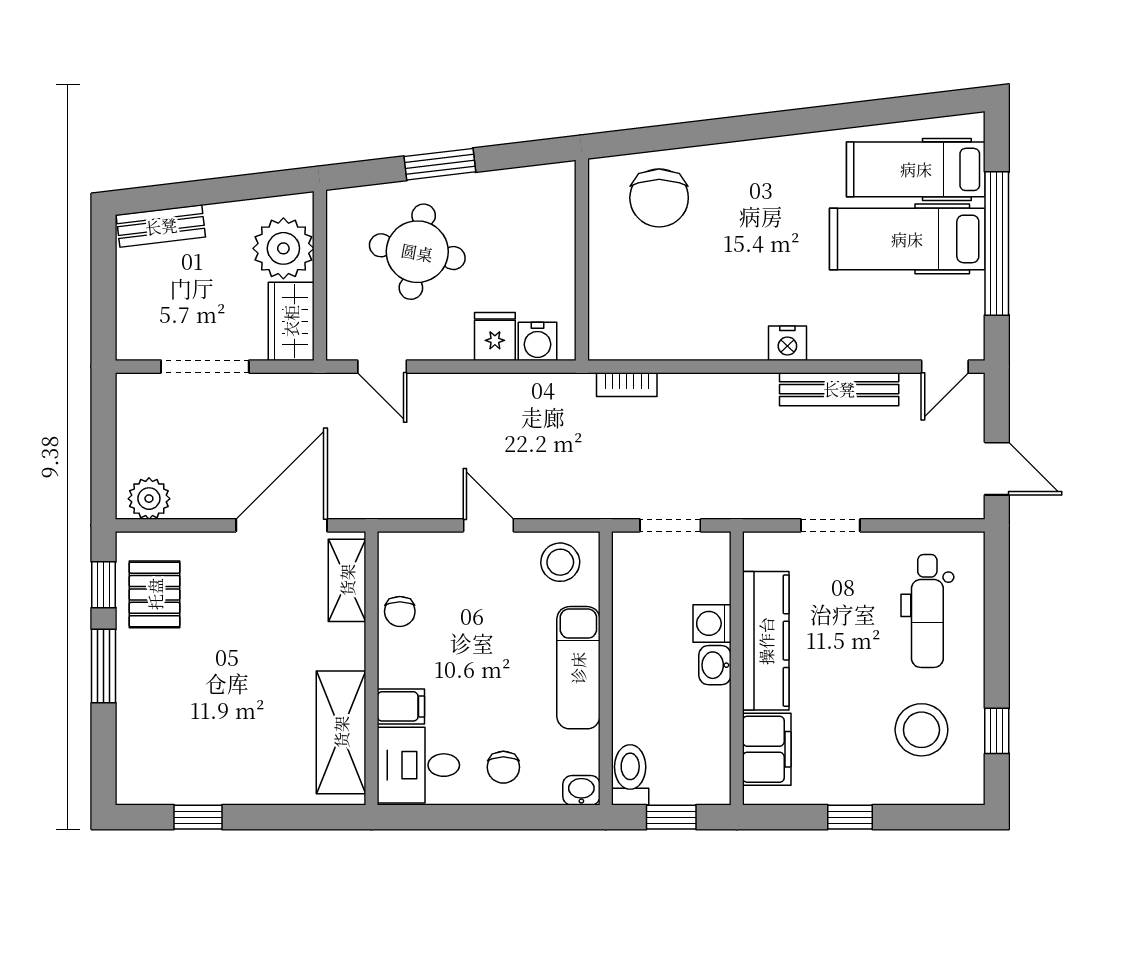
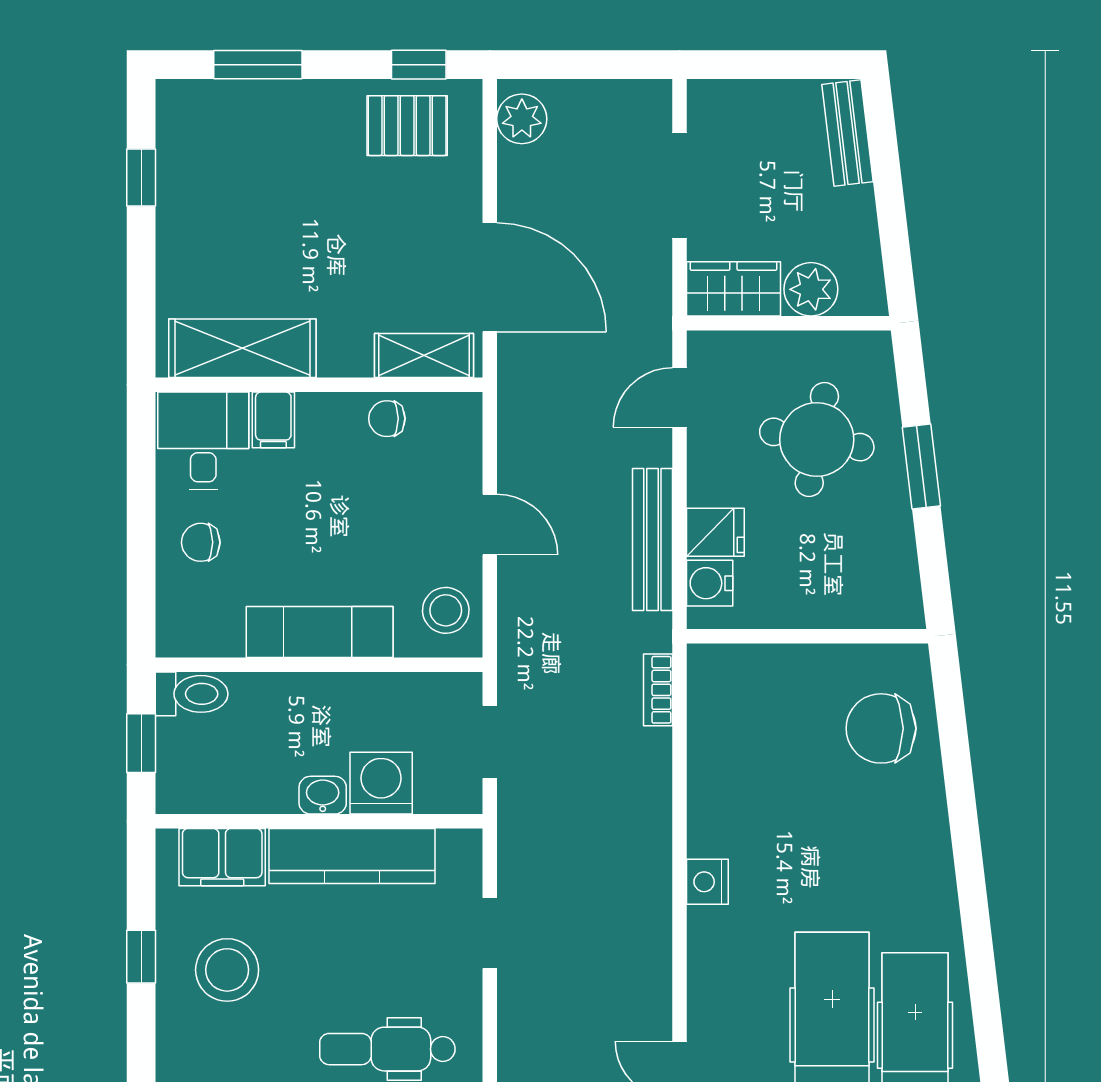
plant: (283, 248) -> (811, 289), width x0.73, depth x0.73
bench: (839, 389) -> (652, 539), moved
door: (488, 525) -> (490, 525), hinge flipped
washing machine: (712, 623) -> (381, 783), width x1.38, depth x1.38
window: (104, 666) -> (258, 65), moved
stool: (921, 730) -> (227, 970), moved
washbasin: (581, 790) -> (173, 636), removed

